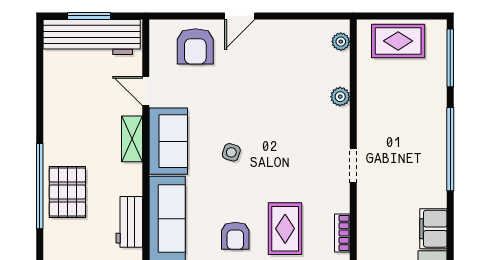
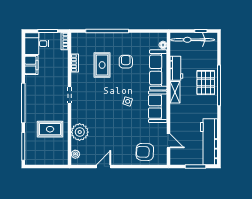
door: (240, 16) -> (104, 166), moved
workbench: (92, 37) -> (209, 142), moved, turned -90
rug: (398, 41) -> (50, 129), moved
armchair: (195, 46) -> (145, 152), turned -87
door: (146, 91) -> (168, 141), moved
plant: (340, 97) -> (80, 132), width x1.88, depth x1.88
shelving: (132, 139) -> (175, 92), moved

